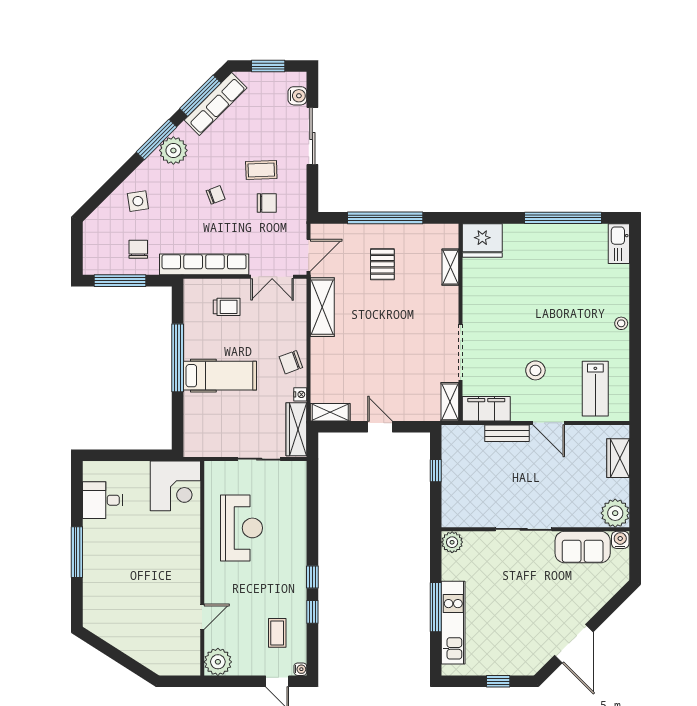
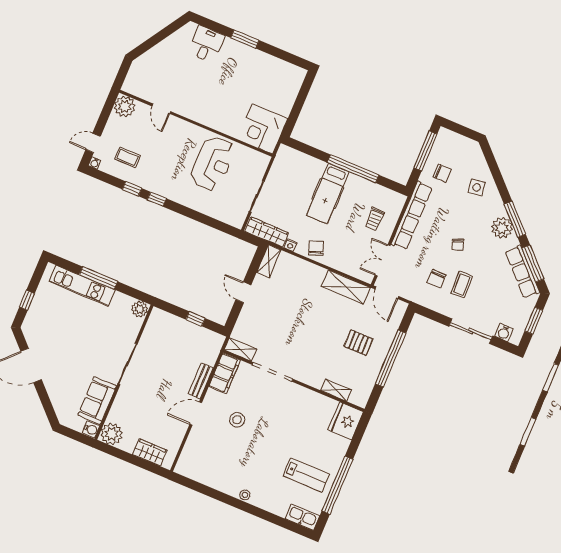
lab bench: (595, 389) -> (306, 475), moved, turned 180
door: (380, 427) -> (243, 292), swing flipped
desk: (102, 500) -> (206, 44), moved
reception desk: (242, 528) -> (213, 163), turned -90
window: (77, 552) -> (245, 39), width x0.69

